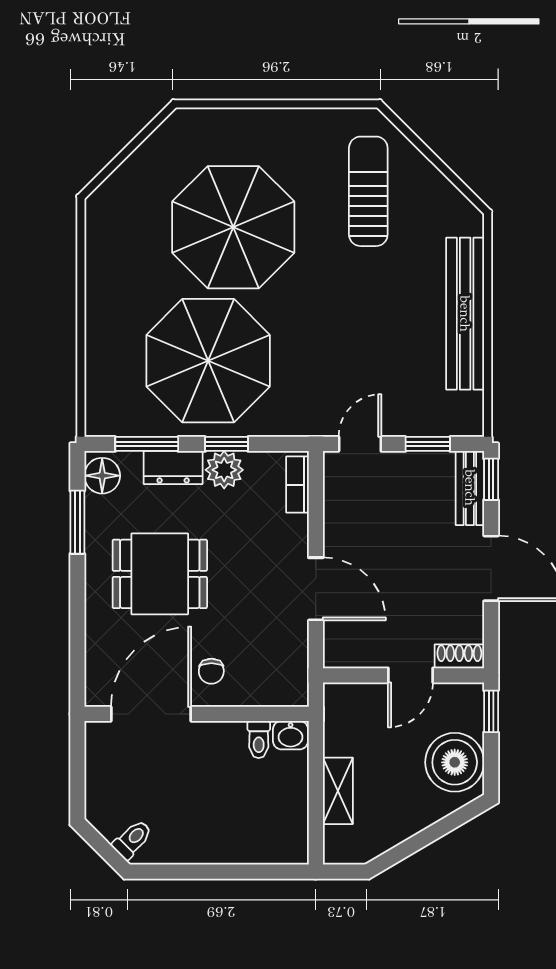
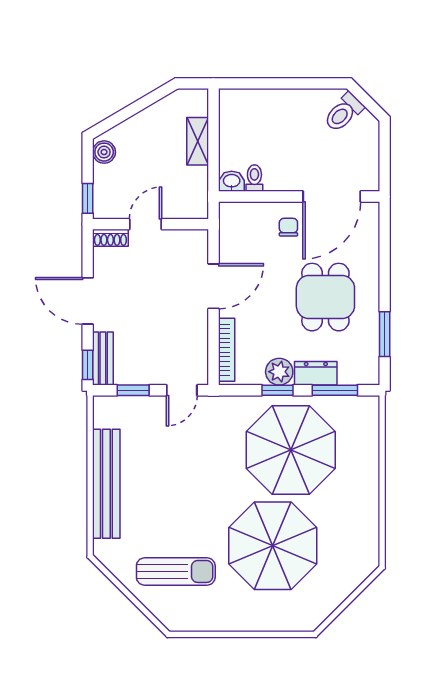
sun lounger: (368, 191) -> (176, 571), turned -90
floor lamp: (102, 476) -> (367, 367), removed
bookcase: (297, 485) -> (227, 350), width x1.56
dining table: (160, 574) -> (325, 297), turned 90
door: (316, 589) -> (214, 286), swing flipped
boiler: (455, 762) -> (104, 152), width x0.54, depth x0.54
toilet: (132, 839) -> (344, 113), width x1.37, depth x1.39

